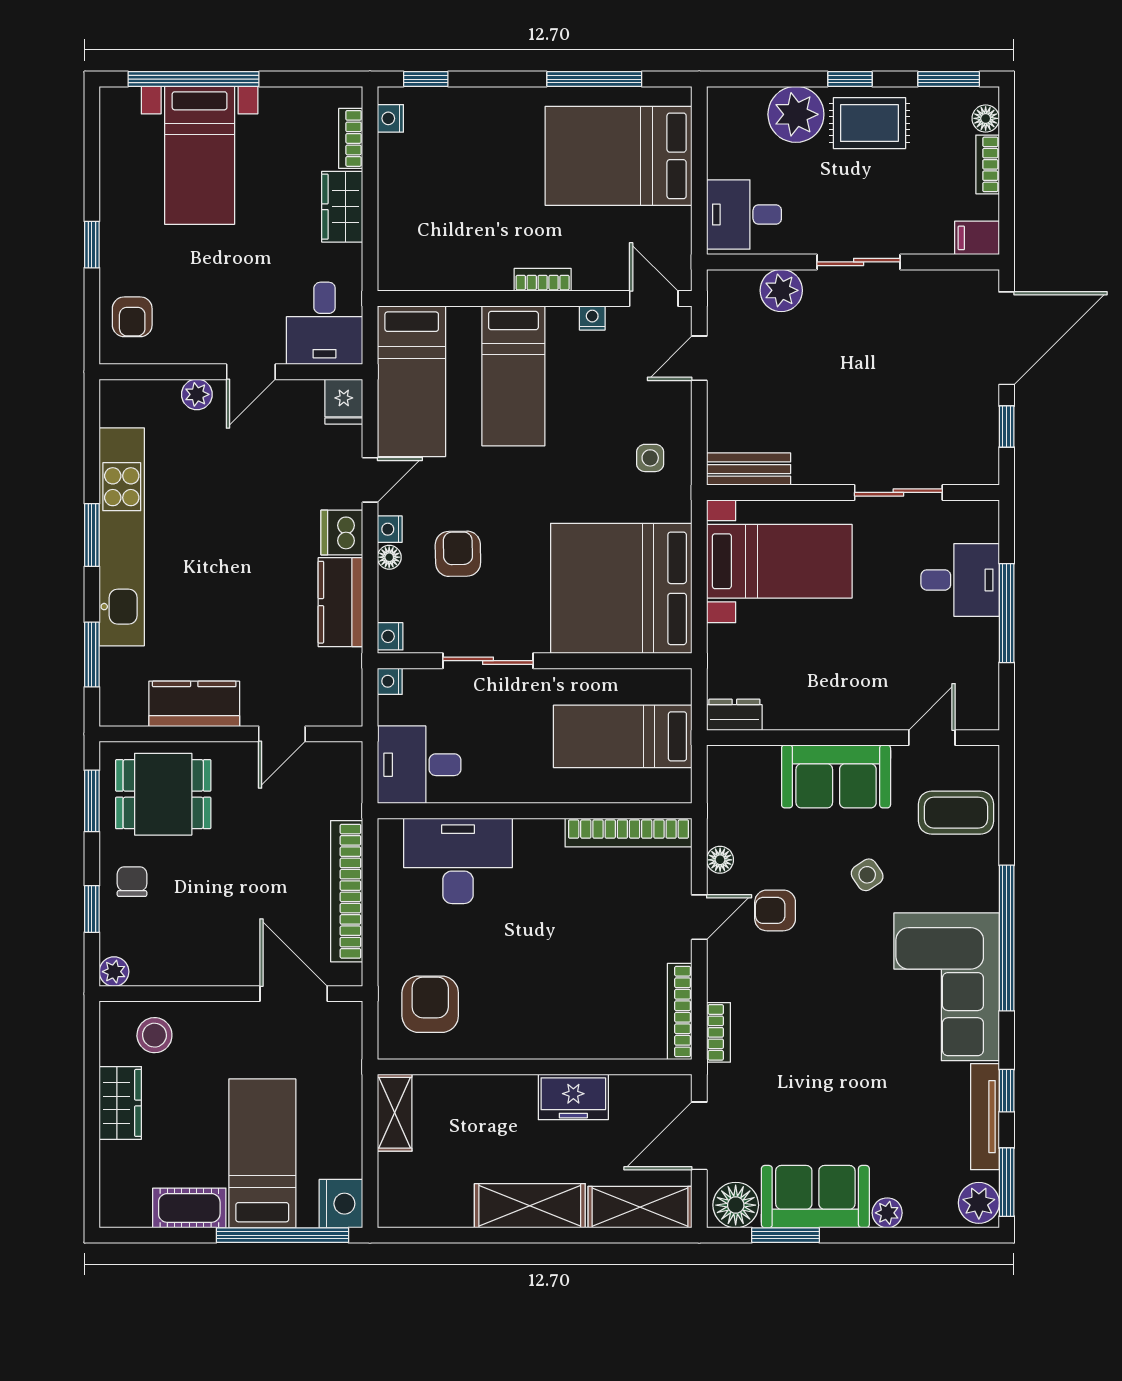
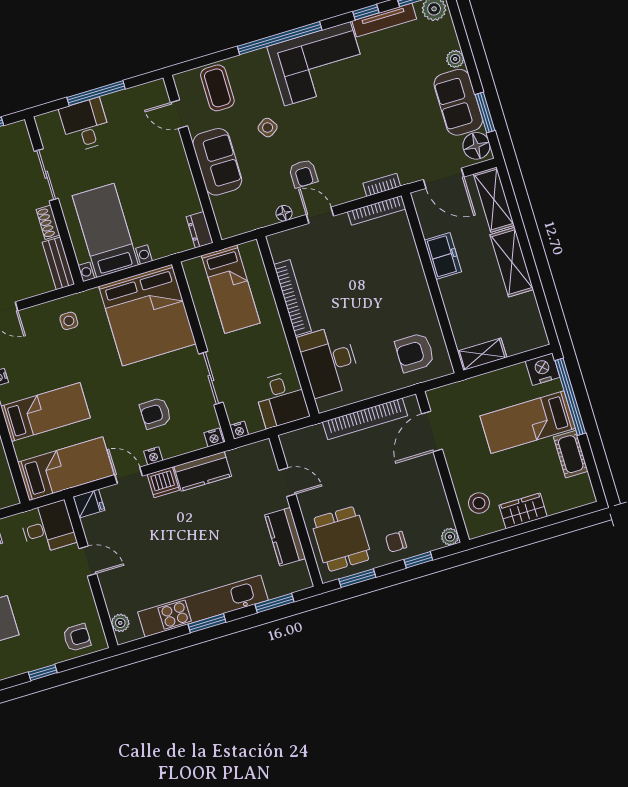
plant: (197, 394) -> (120, 623), moved
shoe rack: (820, 472) -> (48, 222), added
floor lamp: (389, 557) -> (169, 451), removed
bookcase: (628, 832) -> (293, 298), moved

